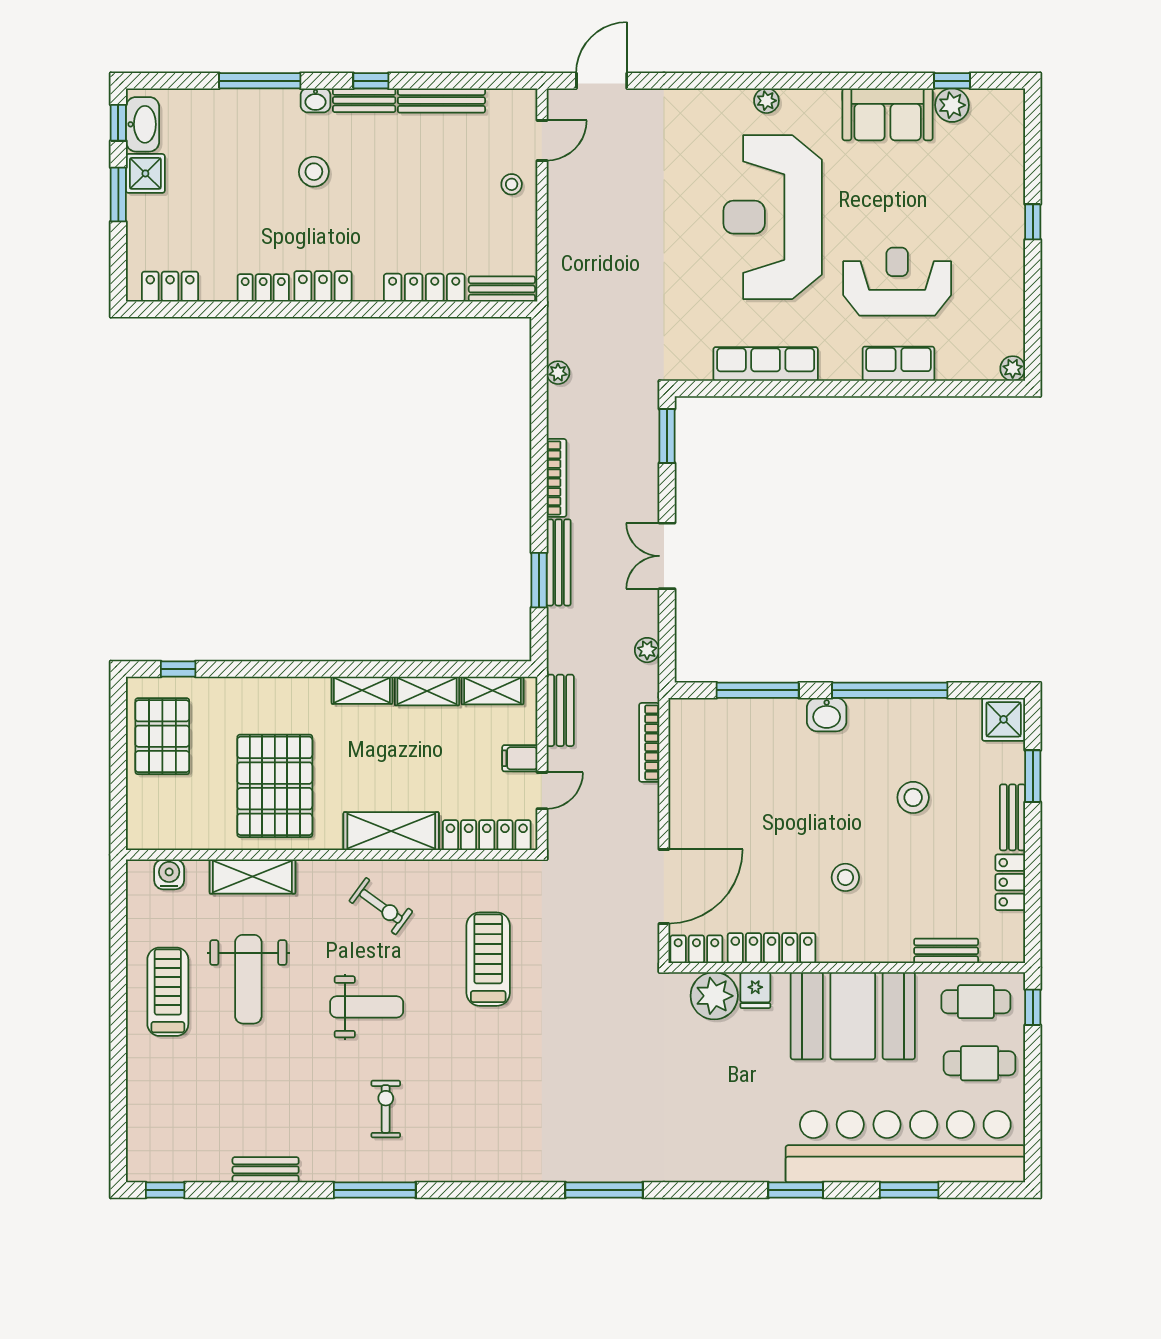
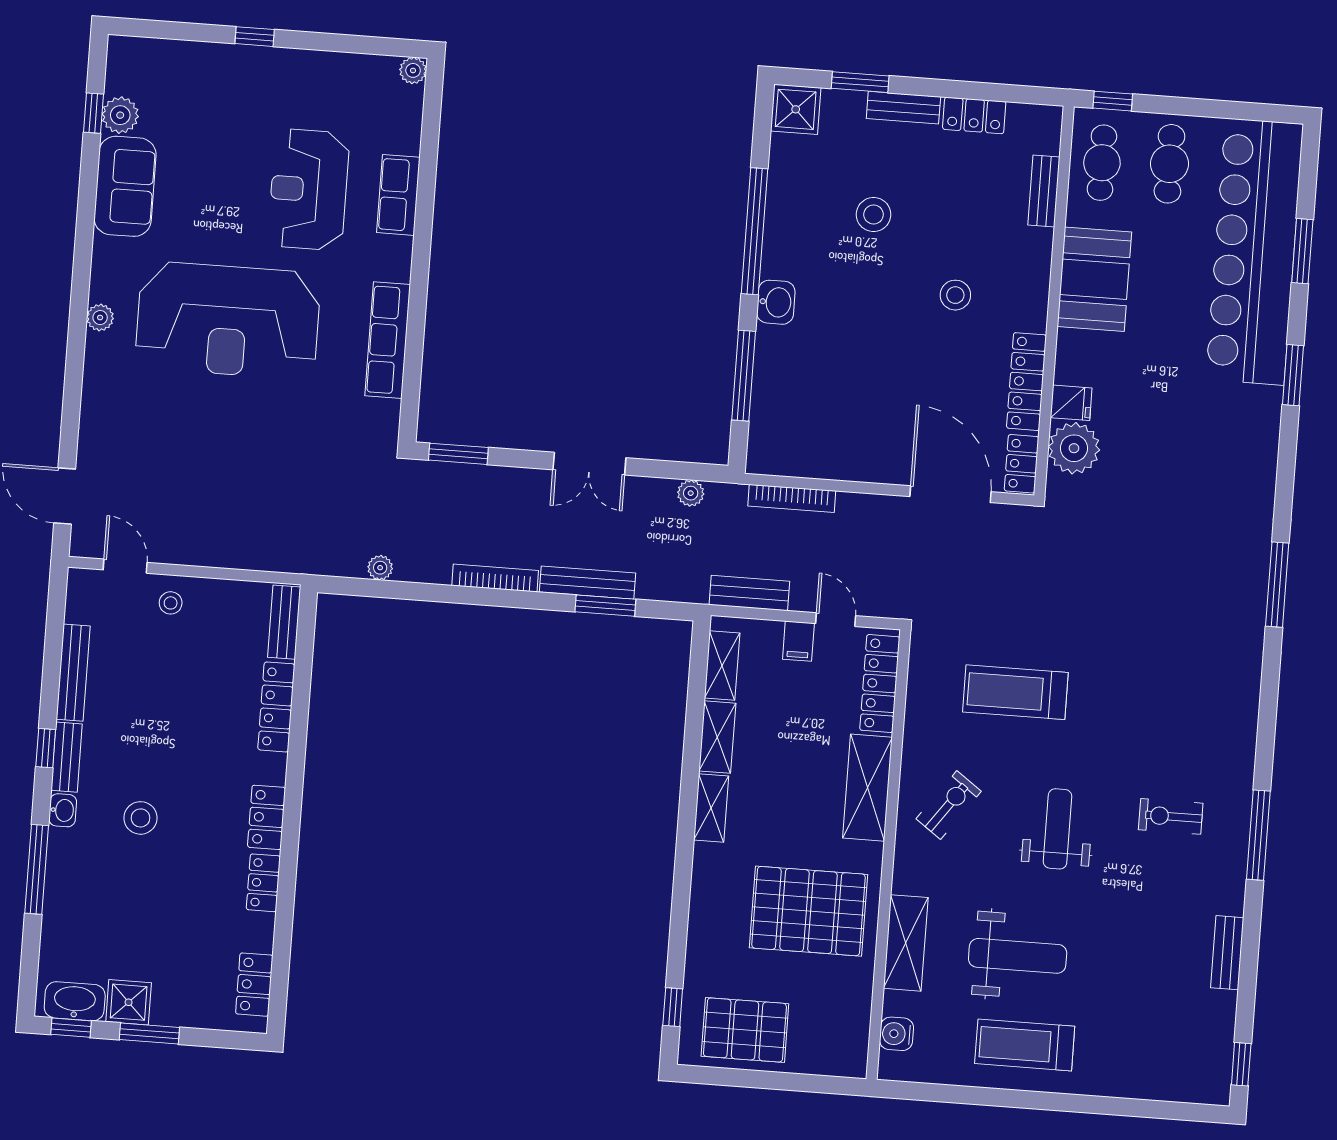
booth: (853, 1016) -> (1094, 279), width x0.73, depth x0.70

